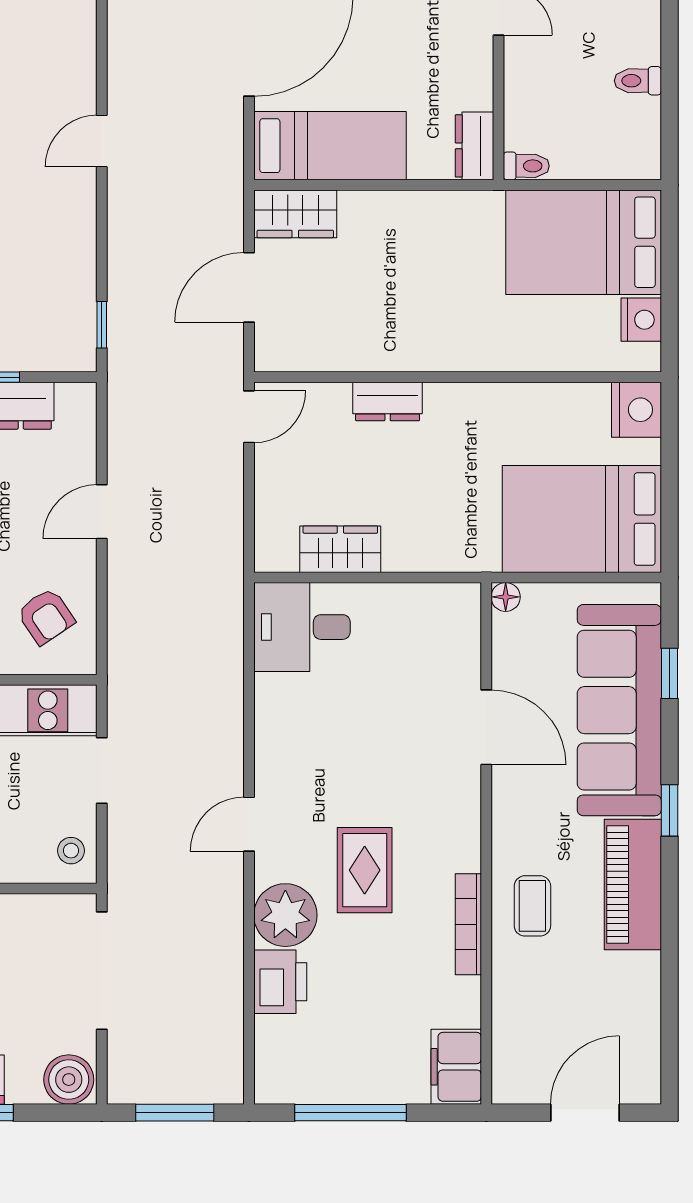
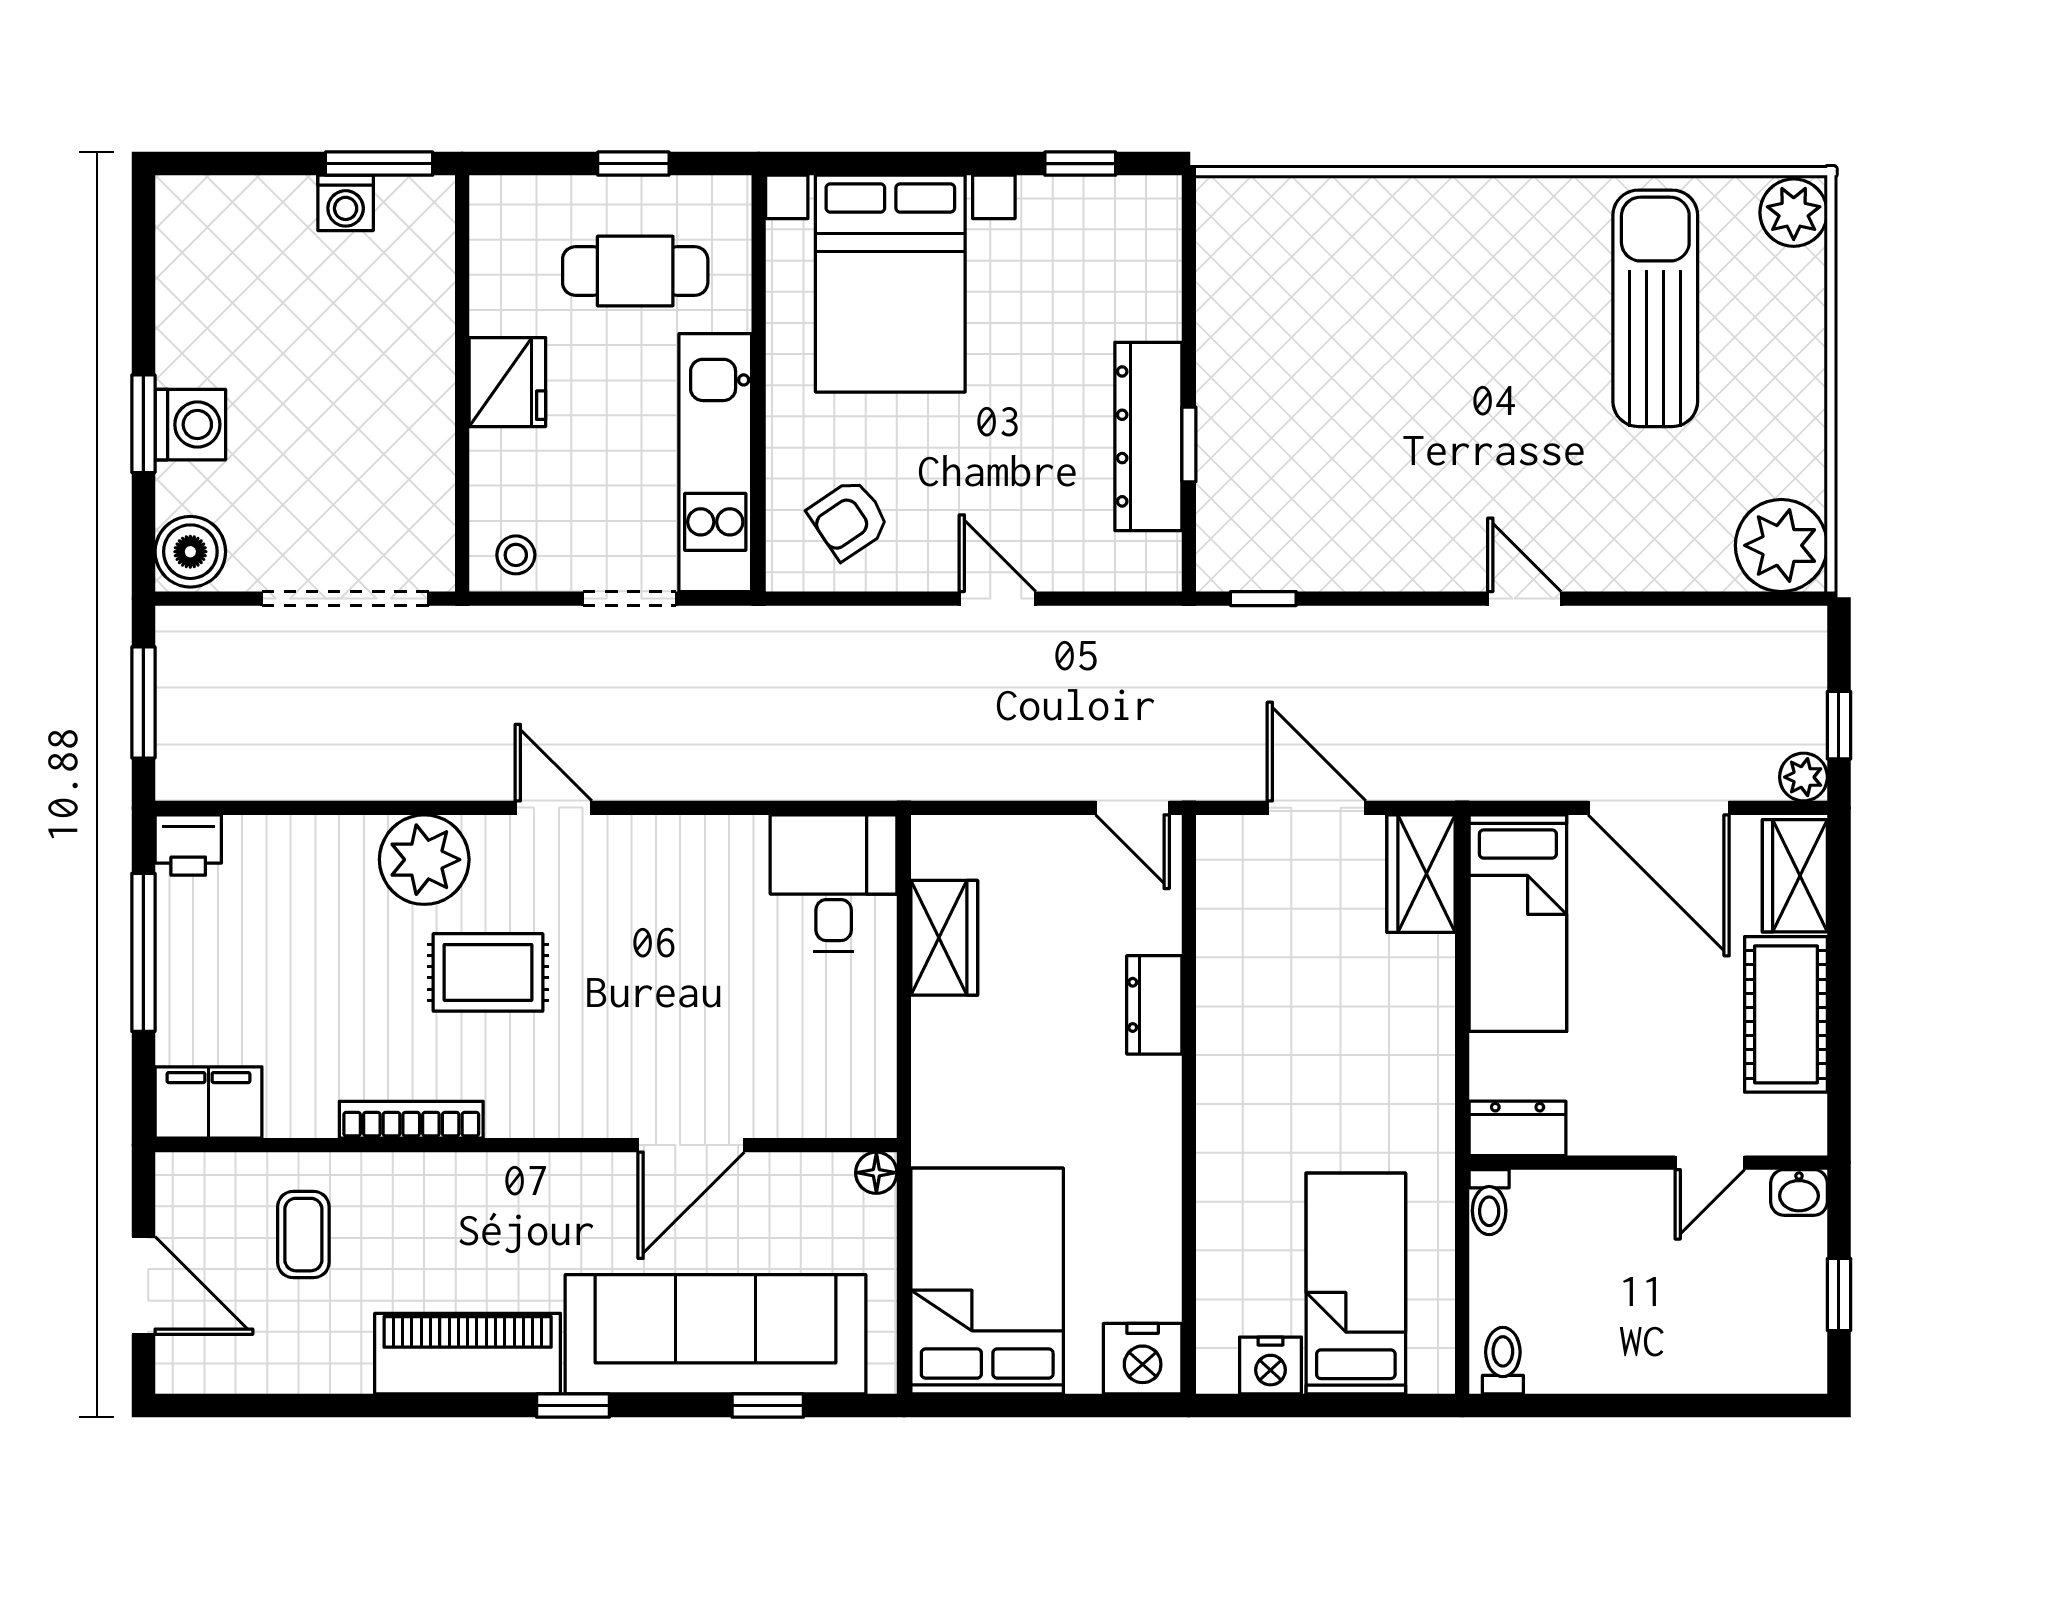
toilet: (638, 81) -> (1503, 1361), moved
bed: (584, 242) -> (1356, 1284), width x0.67
coffee table: (532, 906) -> (303, 1235), moved, turned 90
printer: (280, 982) -> (188, 845), moved, width x0.73, depth x0.81

